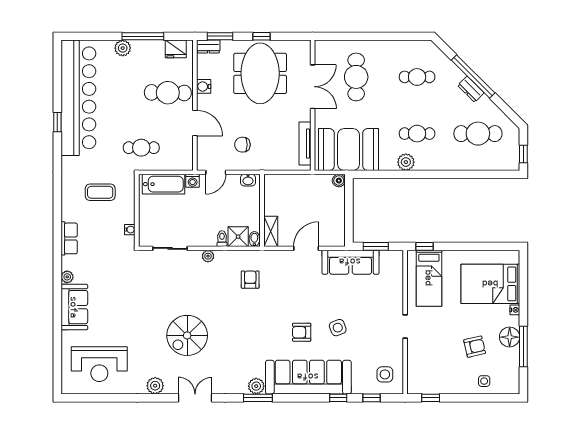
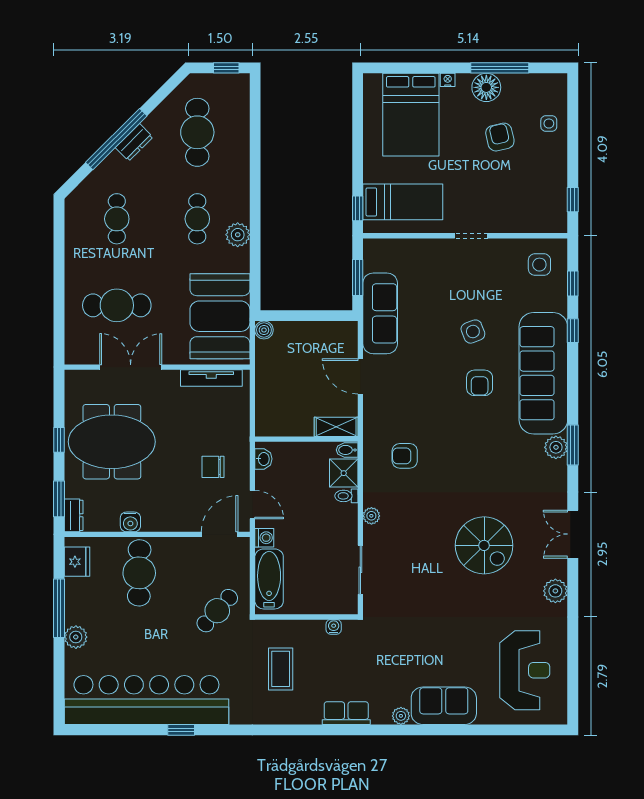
door: (195, 123) -> (220, 534), moved
chair: (242, 145) -> (213, 467), turned 90
cafe table: (141, 148) -> (217, 611), turned 42

